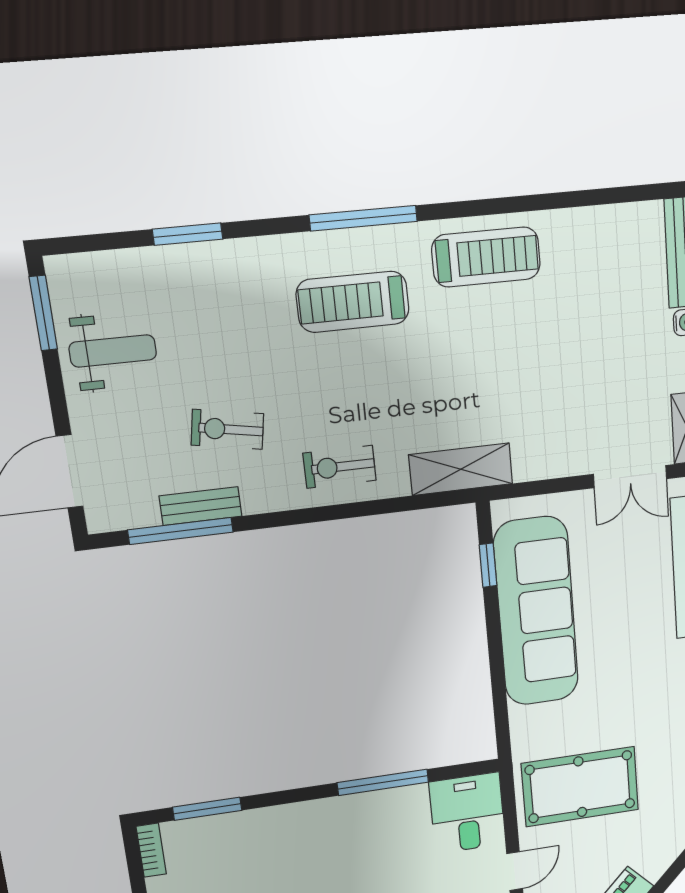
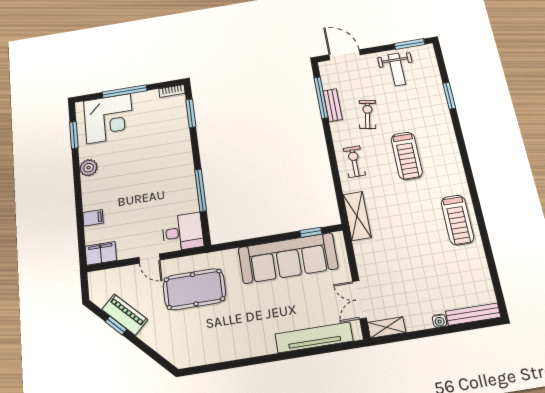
window: (363, 218) -> (467, 165), removed
treadmill: (353, 302) -> (407, 156), moved, turned 180
pool table: (580, 787) -> (194, 289), turned 90

